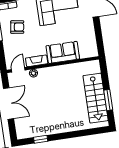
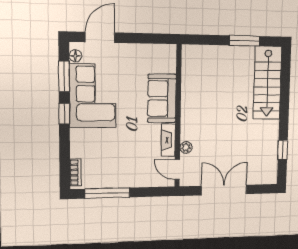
armchair: (17, 27) -> (112, 163), removed
stairs: (96, 98) -> (267, 83), moved, turned 90

